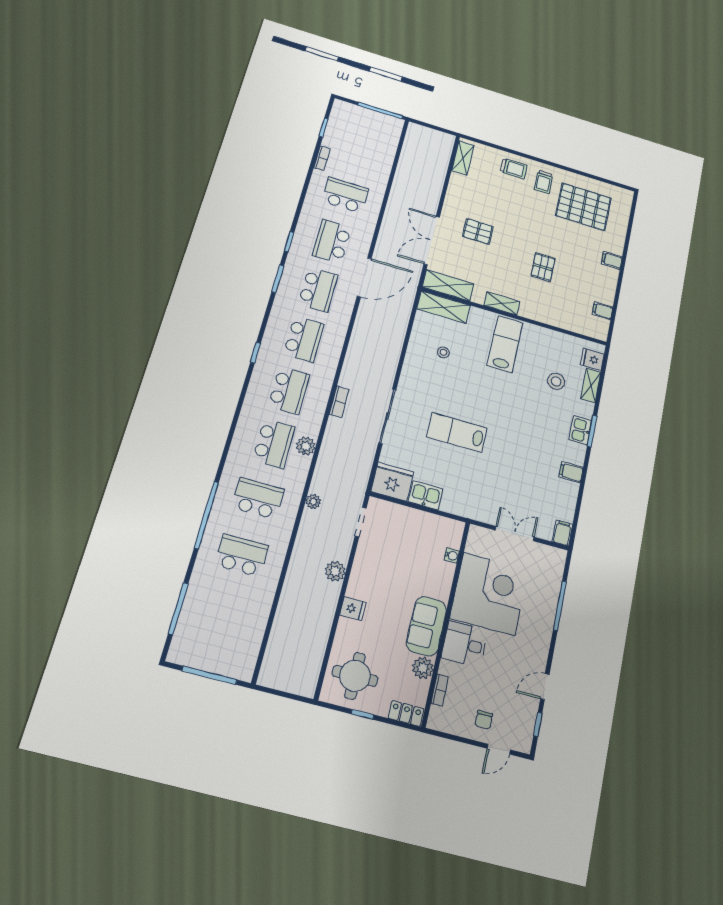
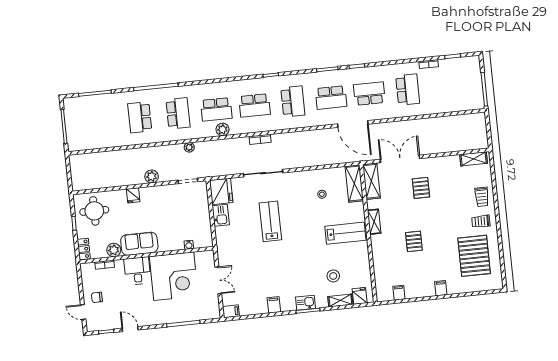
pallet: (543, 267) -> (414, 241), turned 90
school desk: (304, 339) -> (293, 101), turned -90
school desk: (242, 555) -> (140, 117), turned 180

